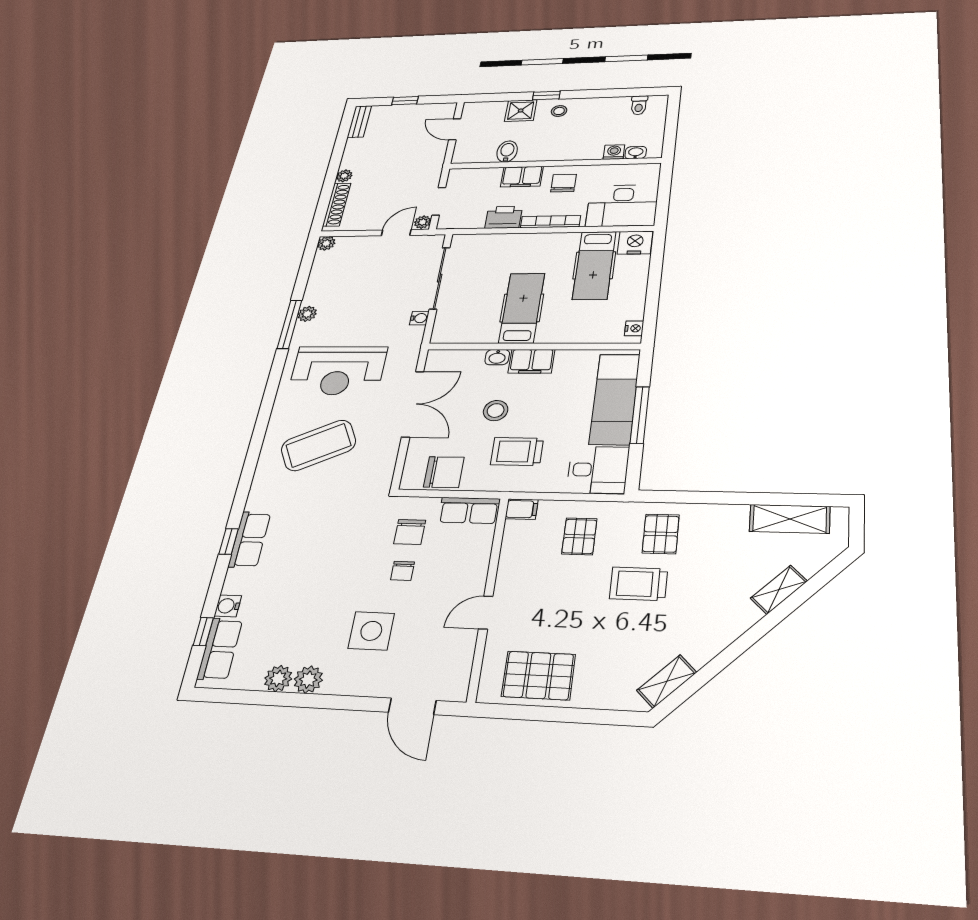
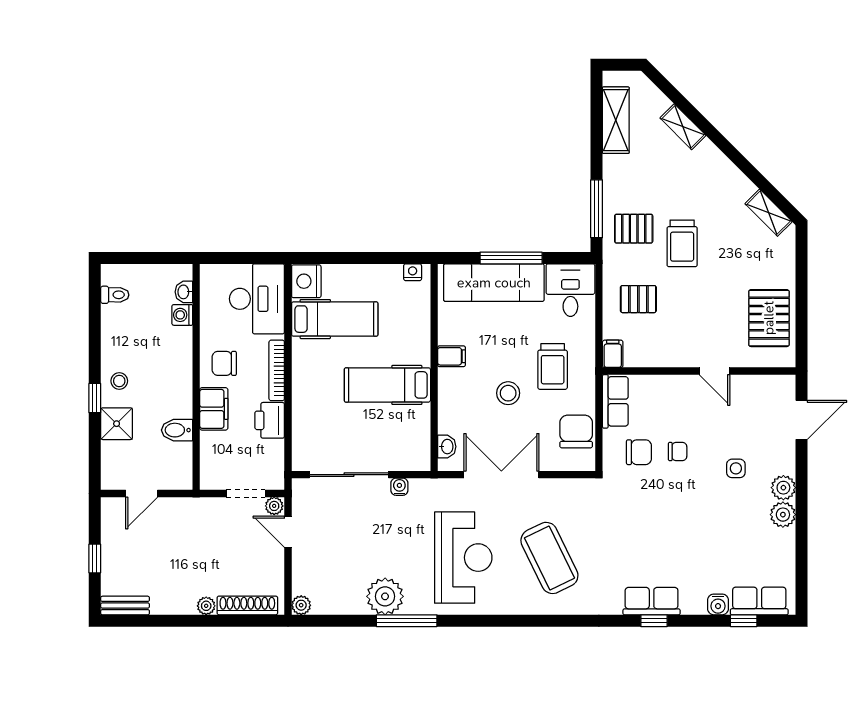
plant: (307, 314) -> (385, 596), width x1.88, depth x1.88
washbasin: (497, 357) -> (447, 447), moved
filing cabinet: (531, 361) -> (451, 356), width x0.50
window: (687, 497) -> (597, 209), added
side table: (371, 631) -> (736, 468), width x0.54, depth x0.54
plant: (278, 678) -> (783, 488), moved

